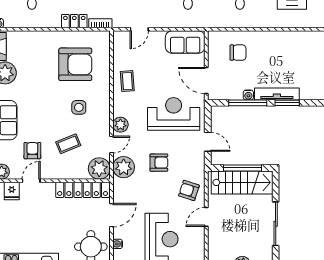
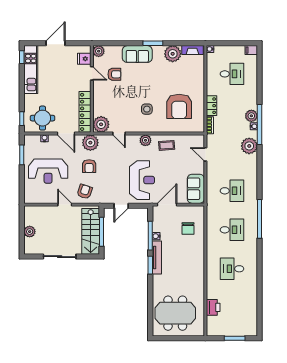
plant: (120, 125) -> (145, 140), moved
coffee table: (68, 144) -> (120, 101), removed
armchair: (159, 163) -> (89, 166), moved
plant: (124, 167) -> (90, 143), moved

